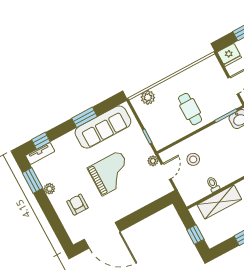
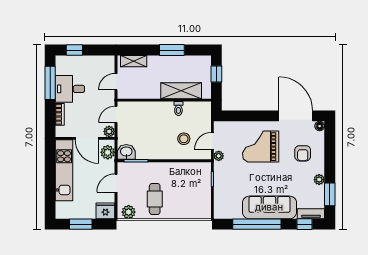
plant: (148, 97) -> (129, 212), moved
cafe table: (190, 109) -> (155, 199), moved
window: (84, 117) -> (257, 224), width x2.11
sofa: (103, 127) -> (269, 207), moved
grand piano: (111, 173) -> (261, 147), moved
floor lamp: (75, 238) -> (320, 126), added

